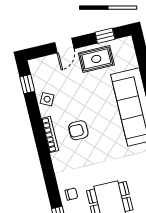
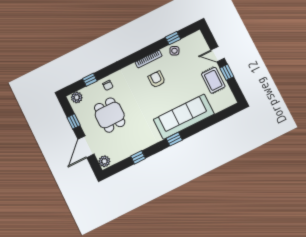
window: (105, 36) -> (227, 72), moved
window: (27, 84) -> (173, 38), moved

